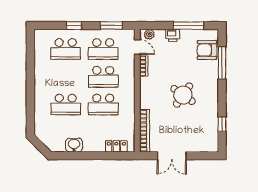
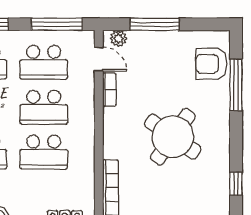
window: (111, 26) -> (57, 24), width x1.44
window: (188, 26) -> (155, 24), moved
printer: (173, 35) -> (156, 40), removed
round table: (183, 95) -> (173, 137), width x1.36, depth x1.36

